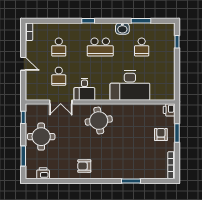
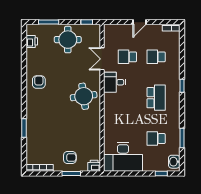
washbasin: (122, 29) -> (174, 162), moved
school desk: (100, 47) -> (156, 98), turned 180
desk: (130, 86) -> (123, 157), moved, turned -90

